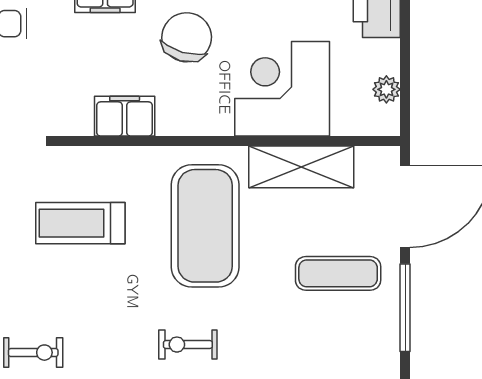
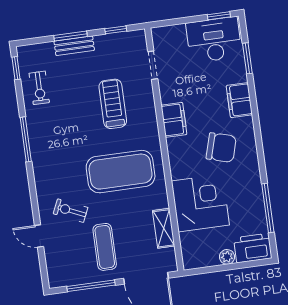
plant: (386, 89) -> (227, 257), moved
shelving: (301, 167) -> (164, 228), width x0.67, depth x0.75
exercise bike: (188, 345) -> (71, 211), moved, turned -66

